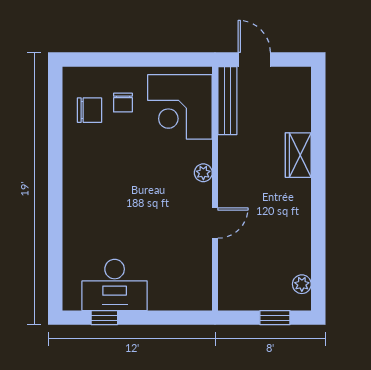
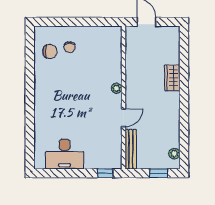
bench: (227, 101) -> (131, 149), moved
corner desk: (180, 107) -> (103, 50), removed
window: (104, 318) -> (105, 173), moved

